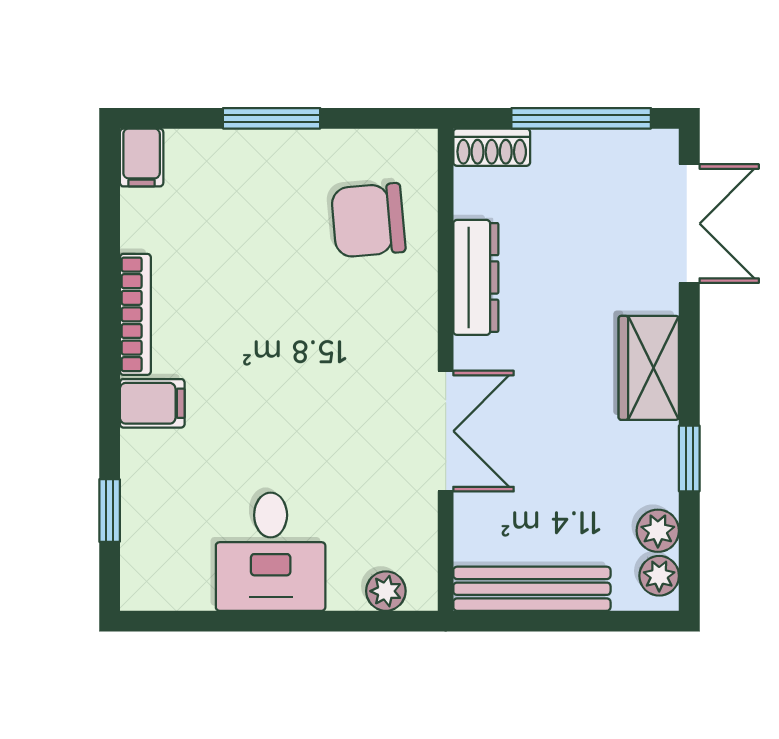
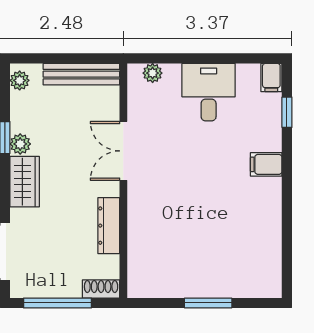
filing cabinet: (142, 158) -> (271, 78), moved, turned 180
chair: (368, 220) -> (161, 253), removed
bookcase: (135, 314) -> (274, 208), removed
plant: (658, 531) -> (20, 144), moved

